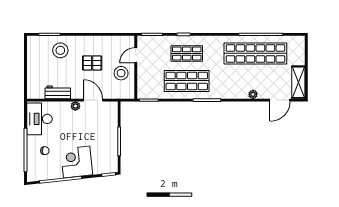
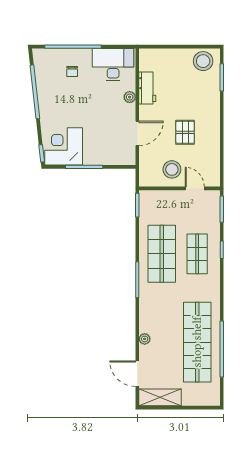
stool: (60, 50) -> (203, 61), moved
plant: (75, 106) -> (130, 97), moved
corner desk: (77, 162) -> (64, 146), moved, turned -84

